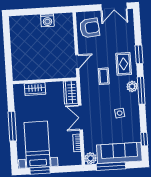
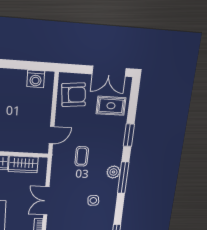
washing machine: (47, 20) -> (36, 79), moved
rug: (124, 64) -> (111, 106), moved, turned 90
wardrobe: (71, 92) -> (23, 164), moved, turned -90

